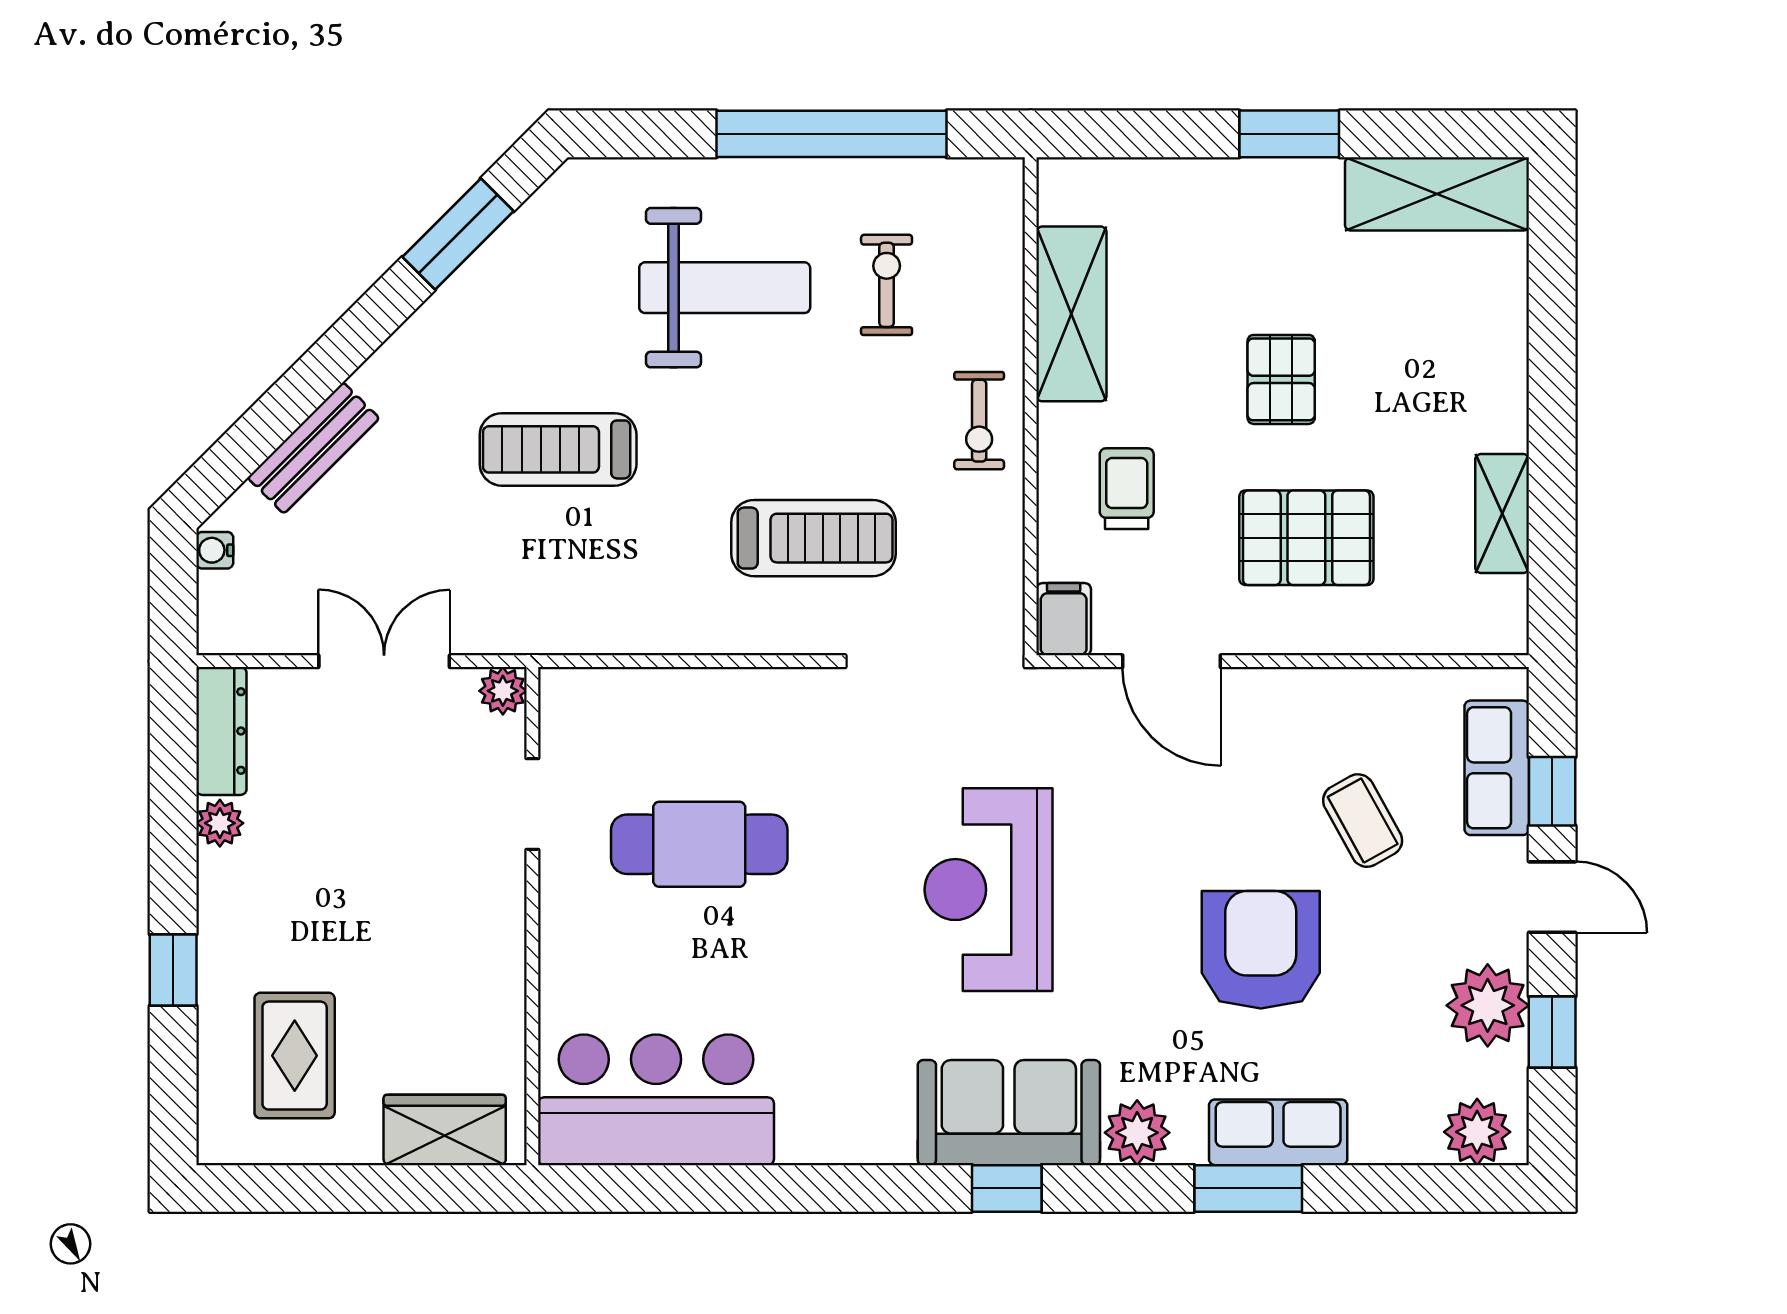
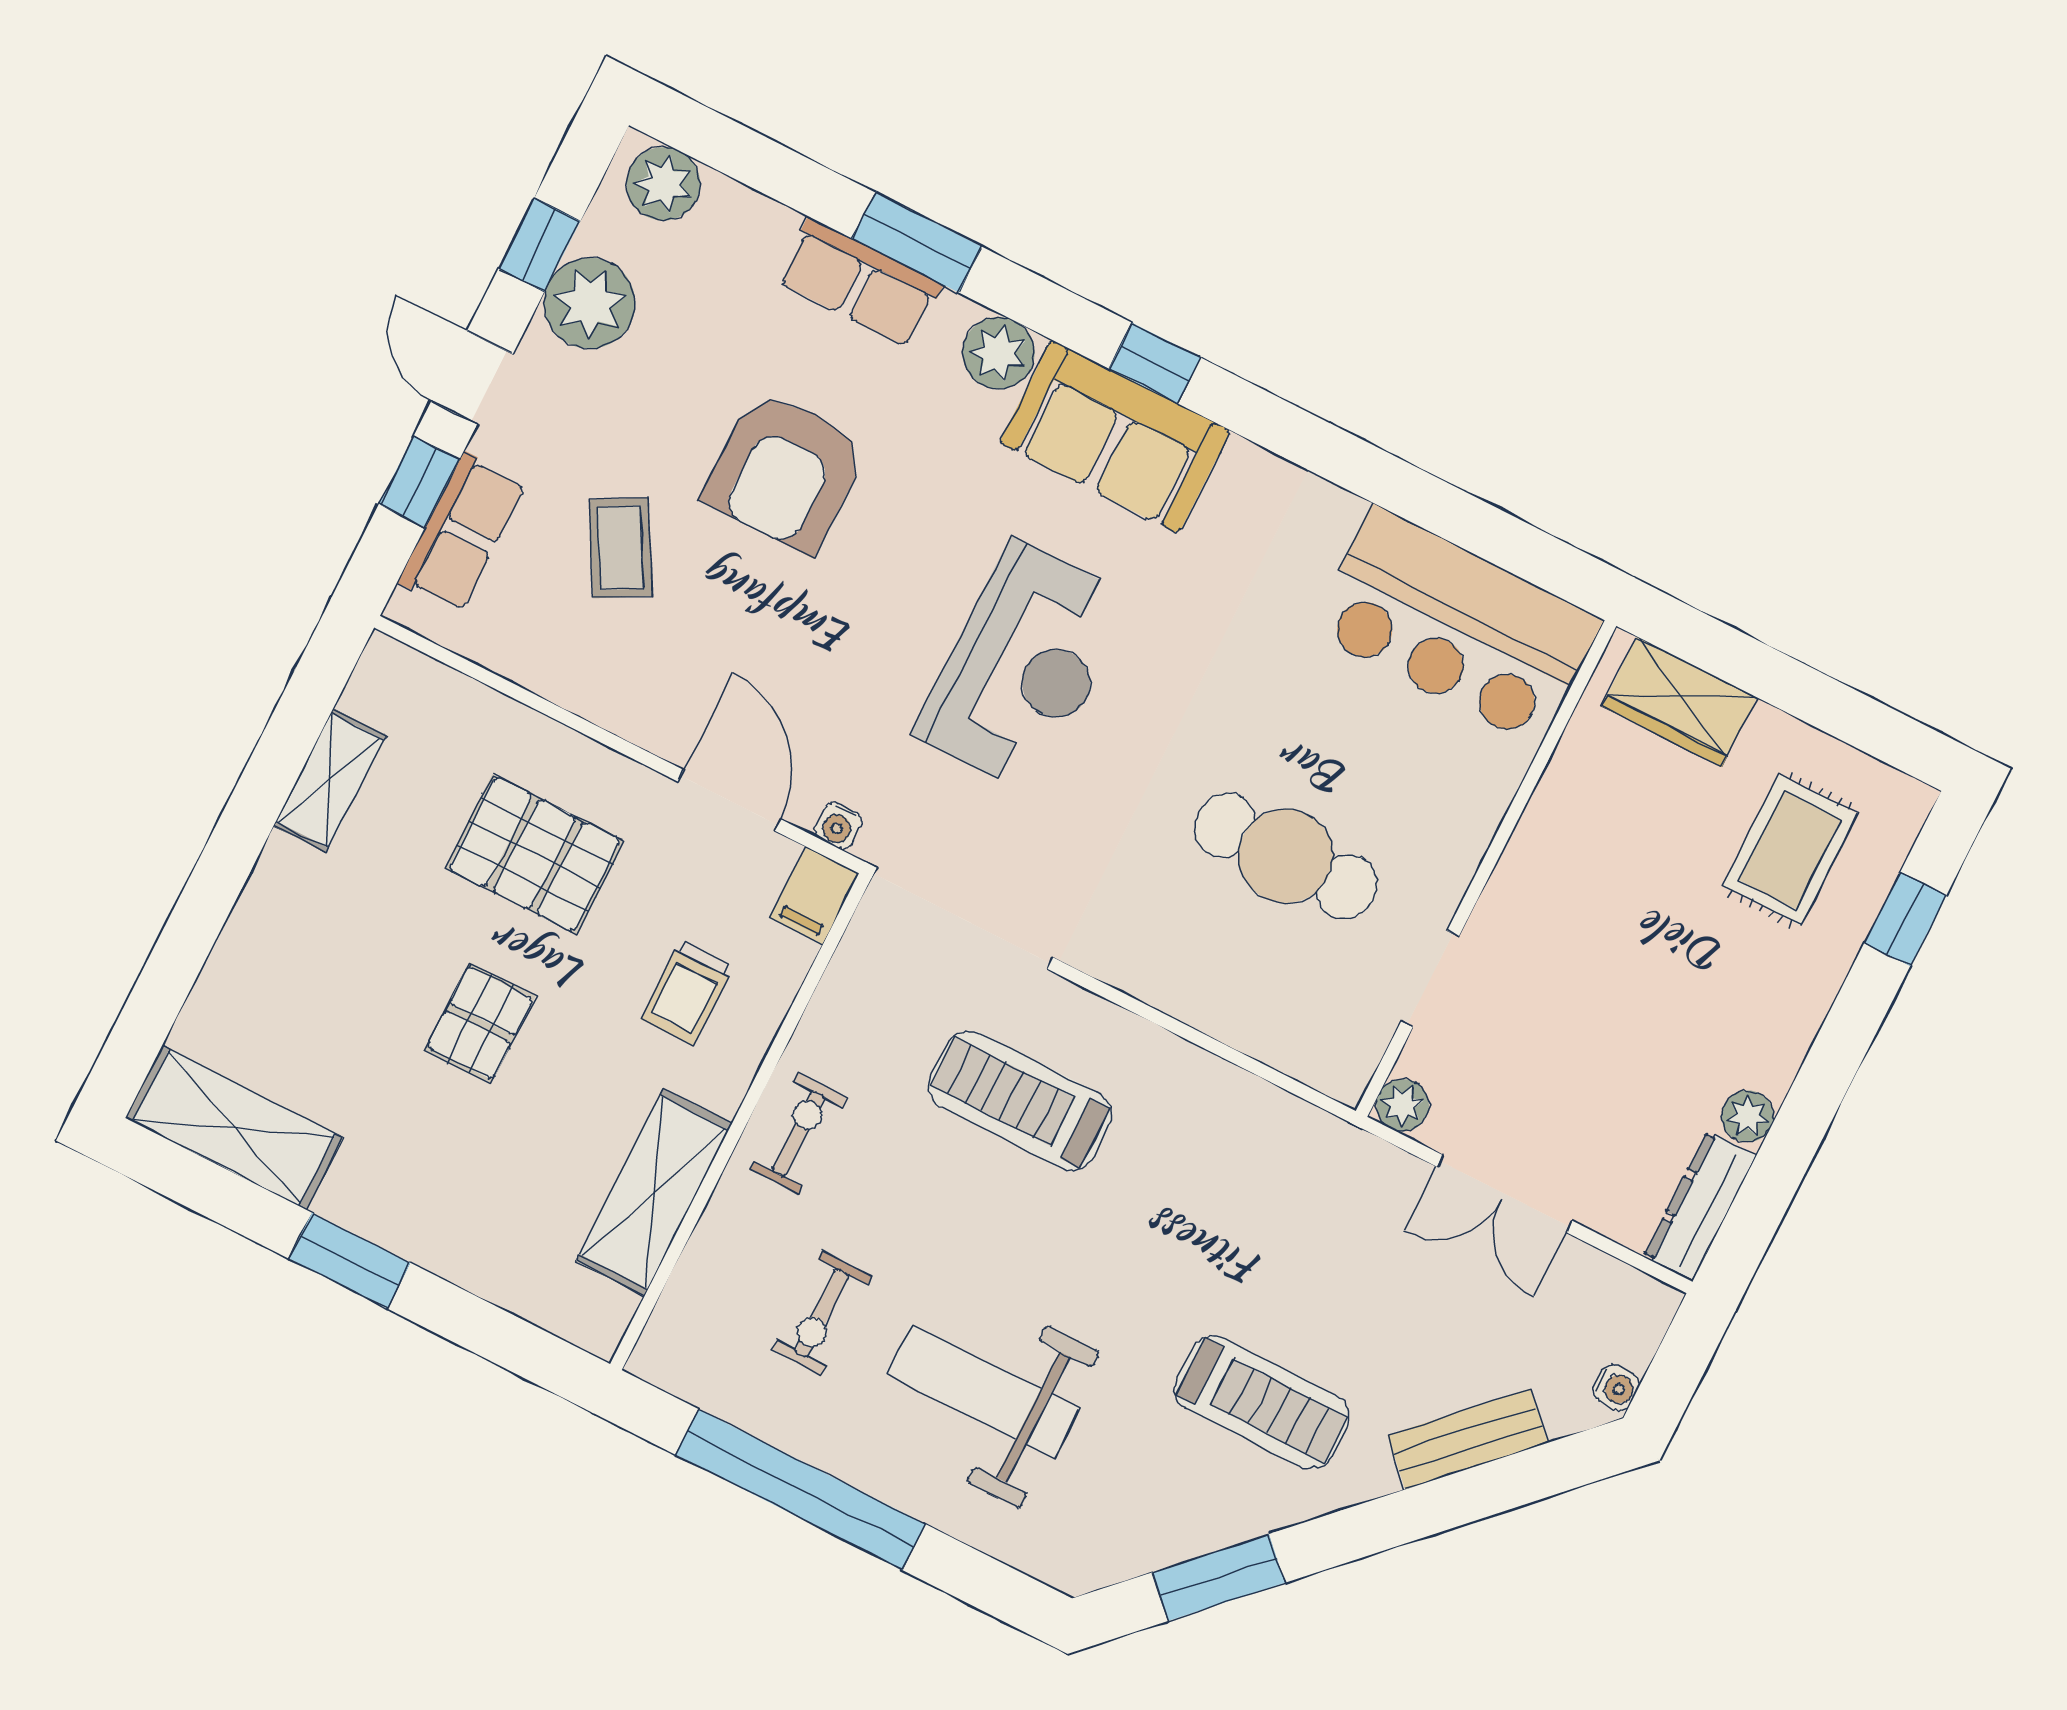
treadmill: (558, 449) -> (1262, 1402), moved
water cooler: (1073, 685) -> (838, 826), added
window: (173, 970) -> (1905, 919), moved

